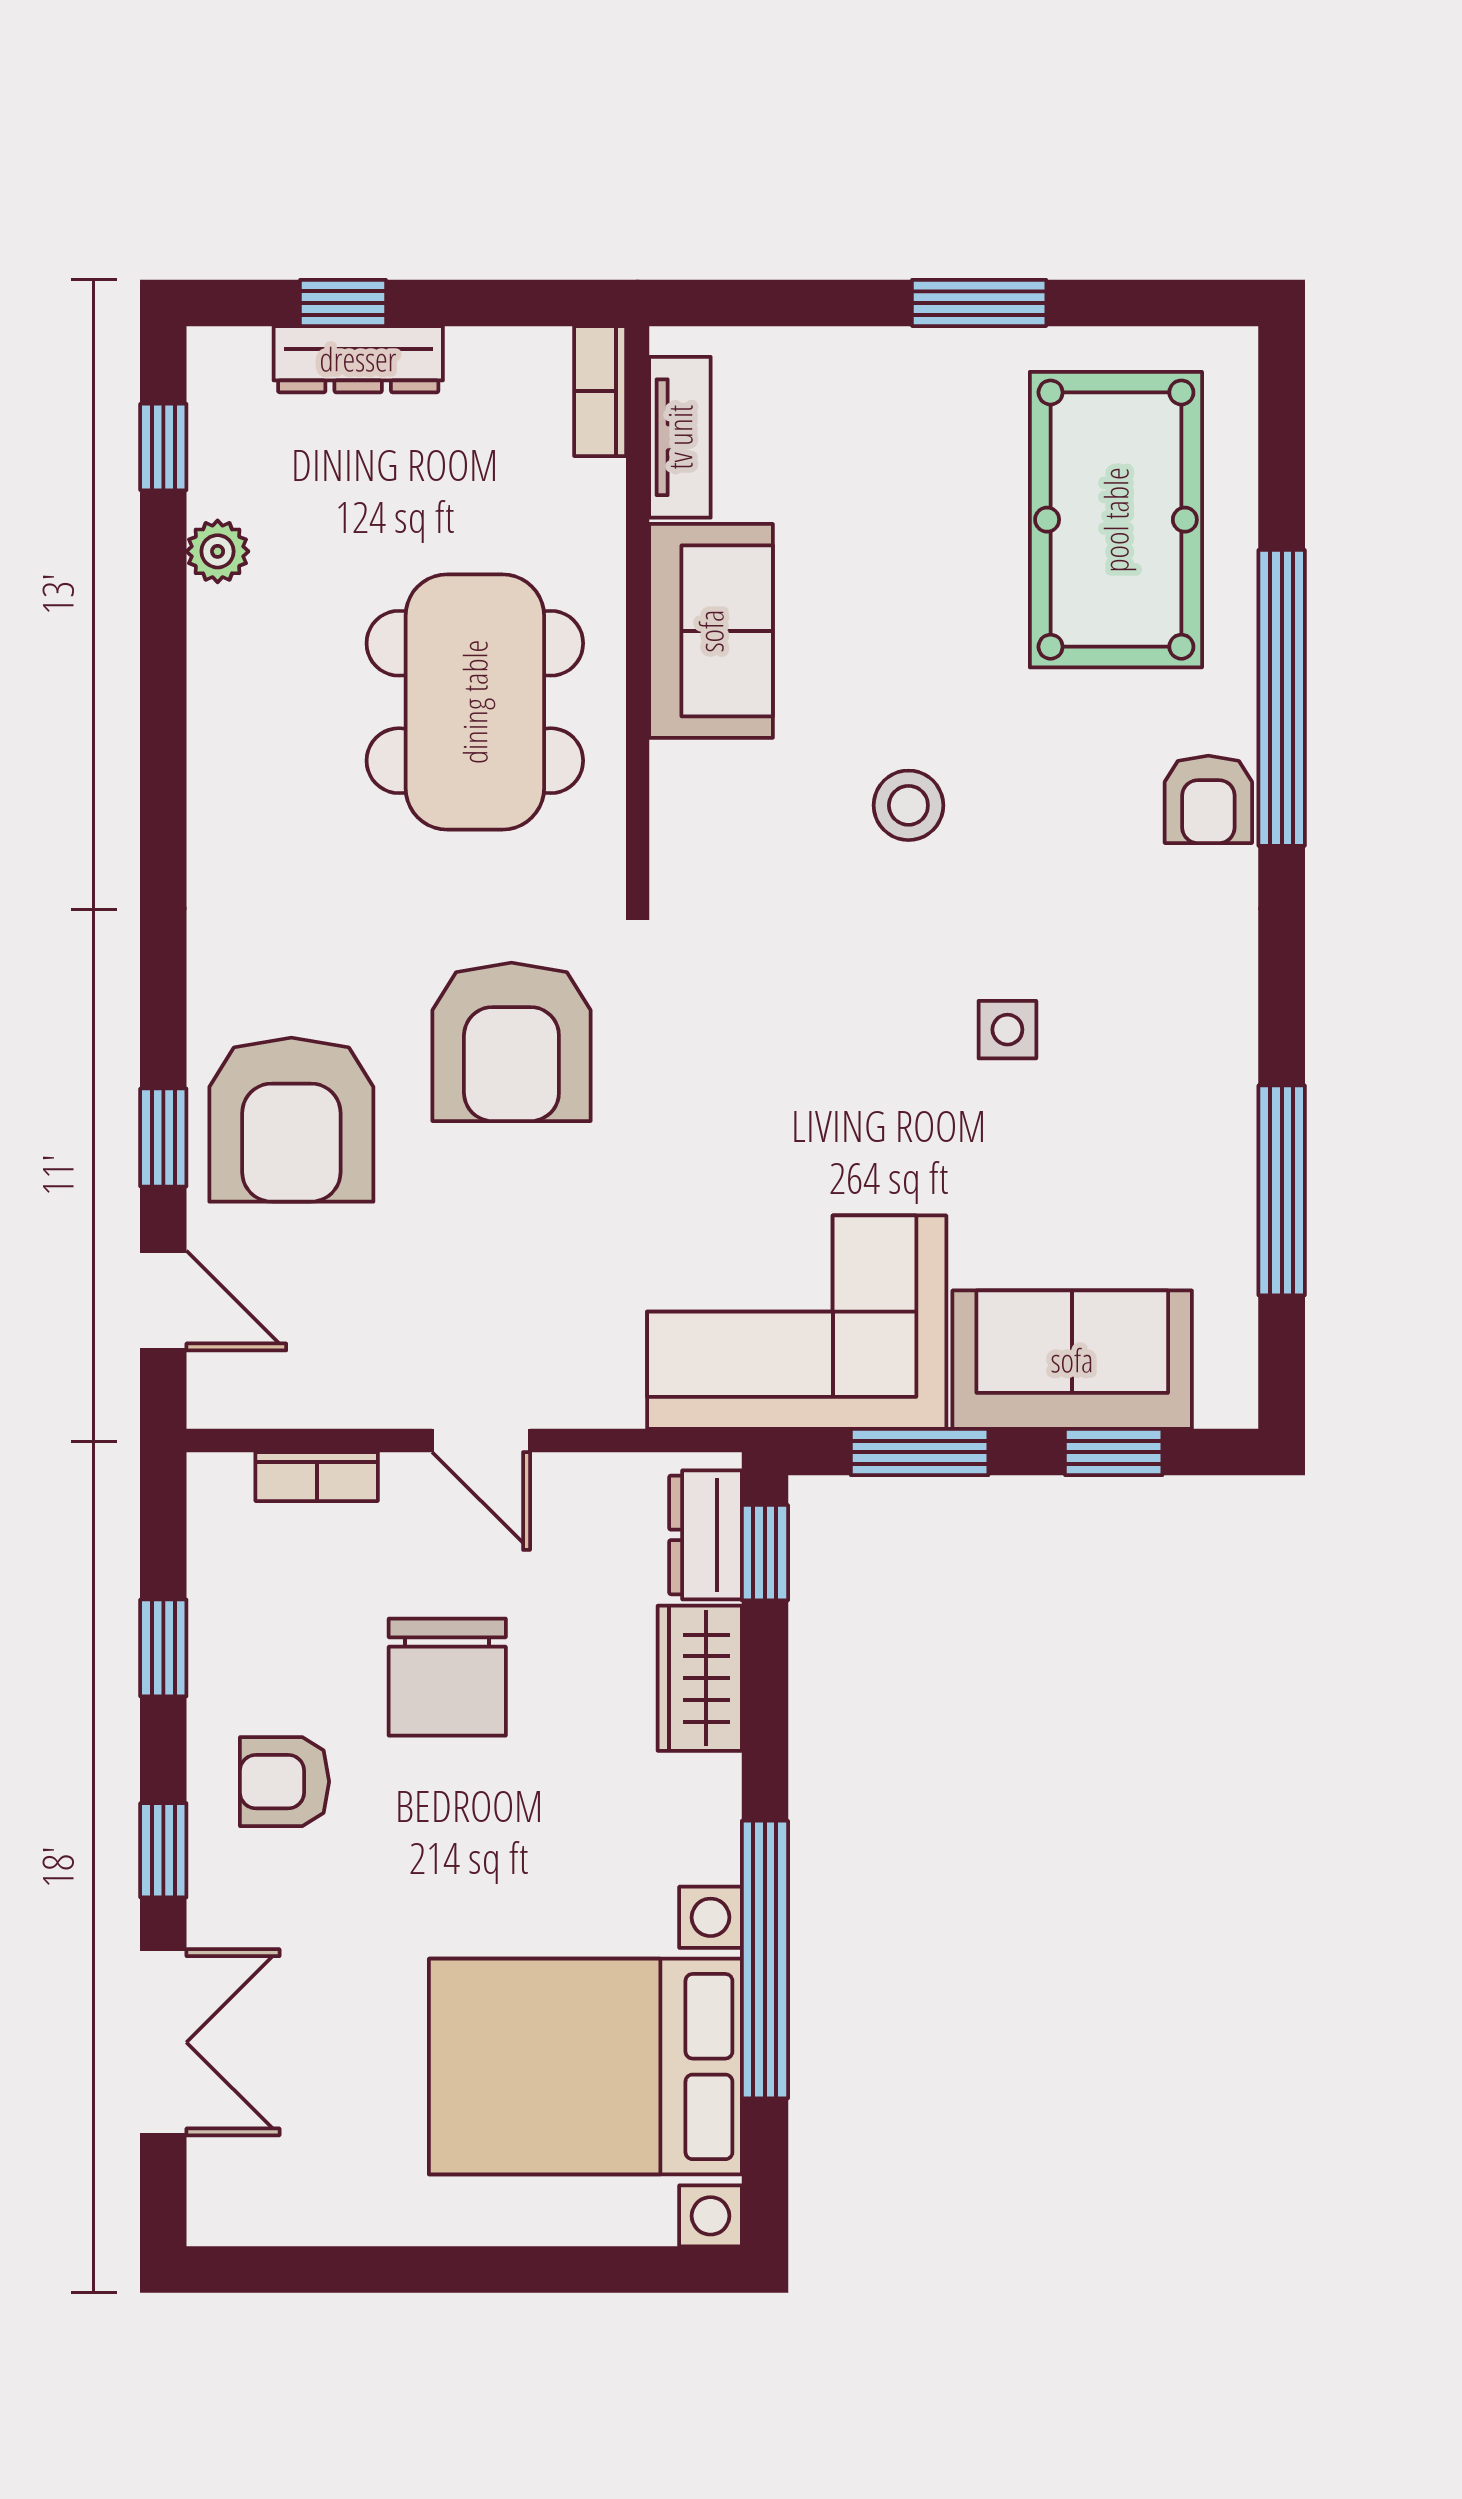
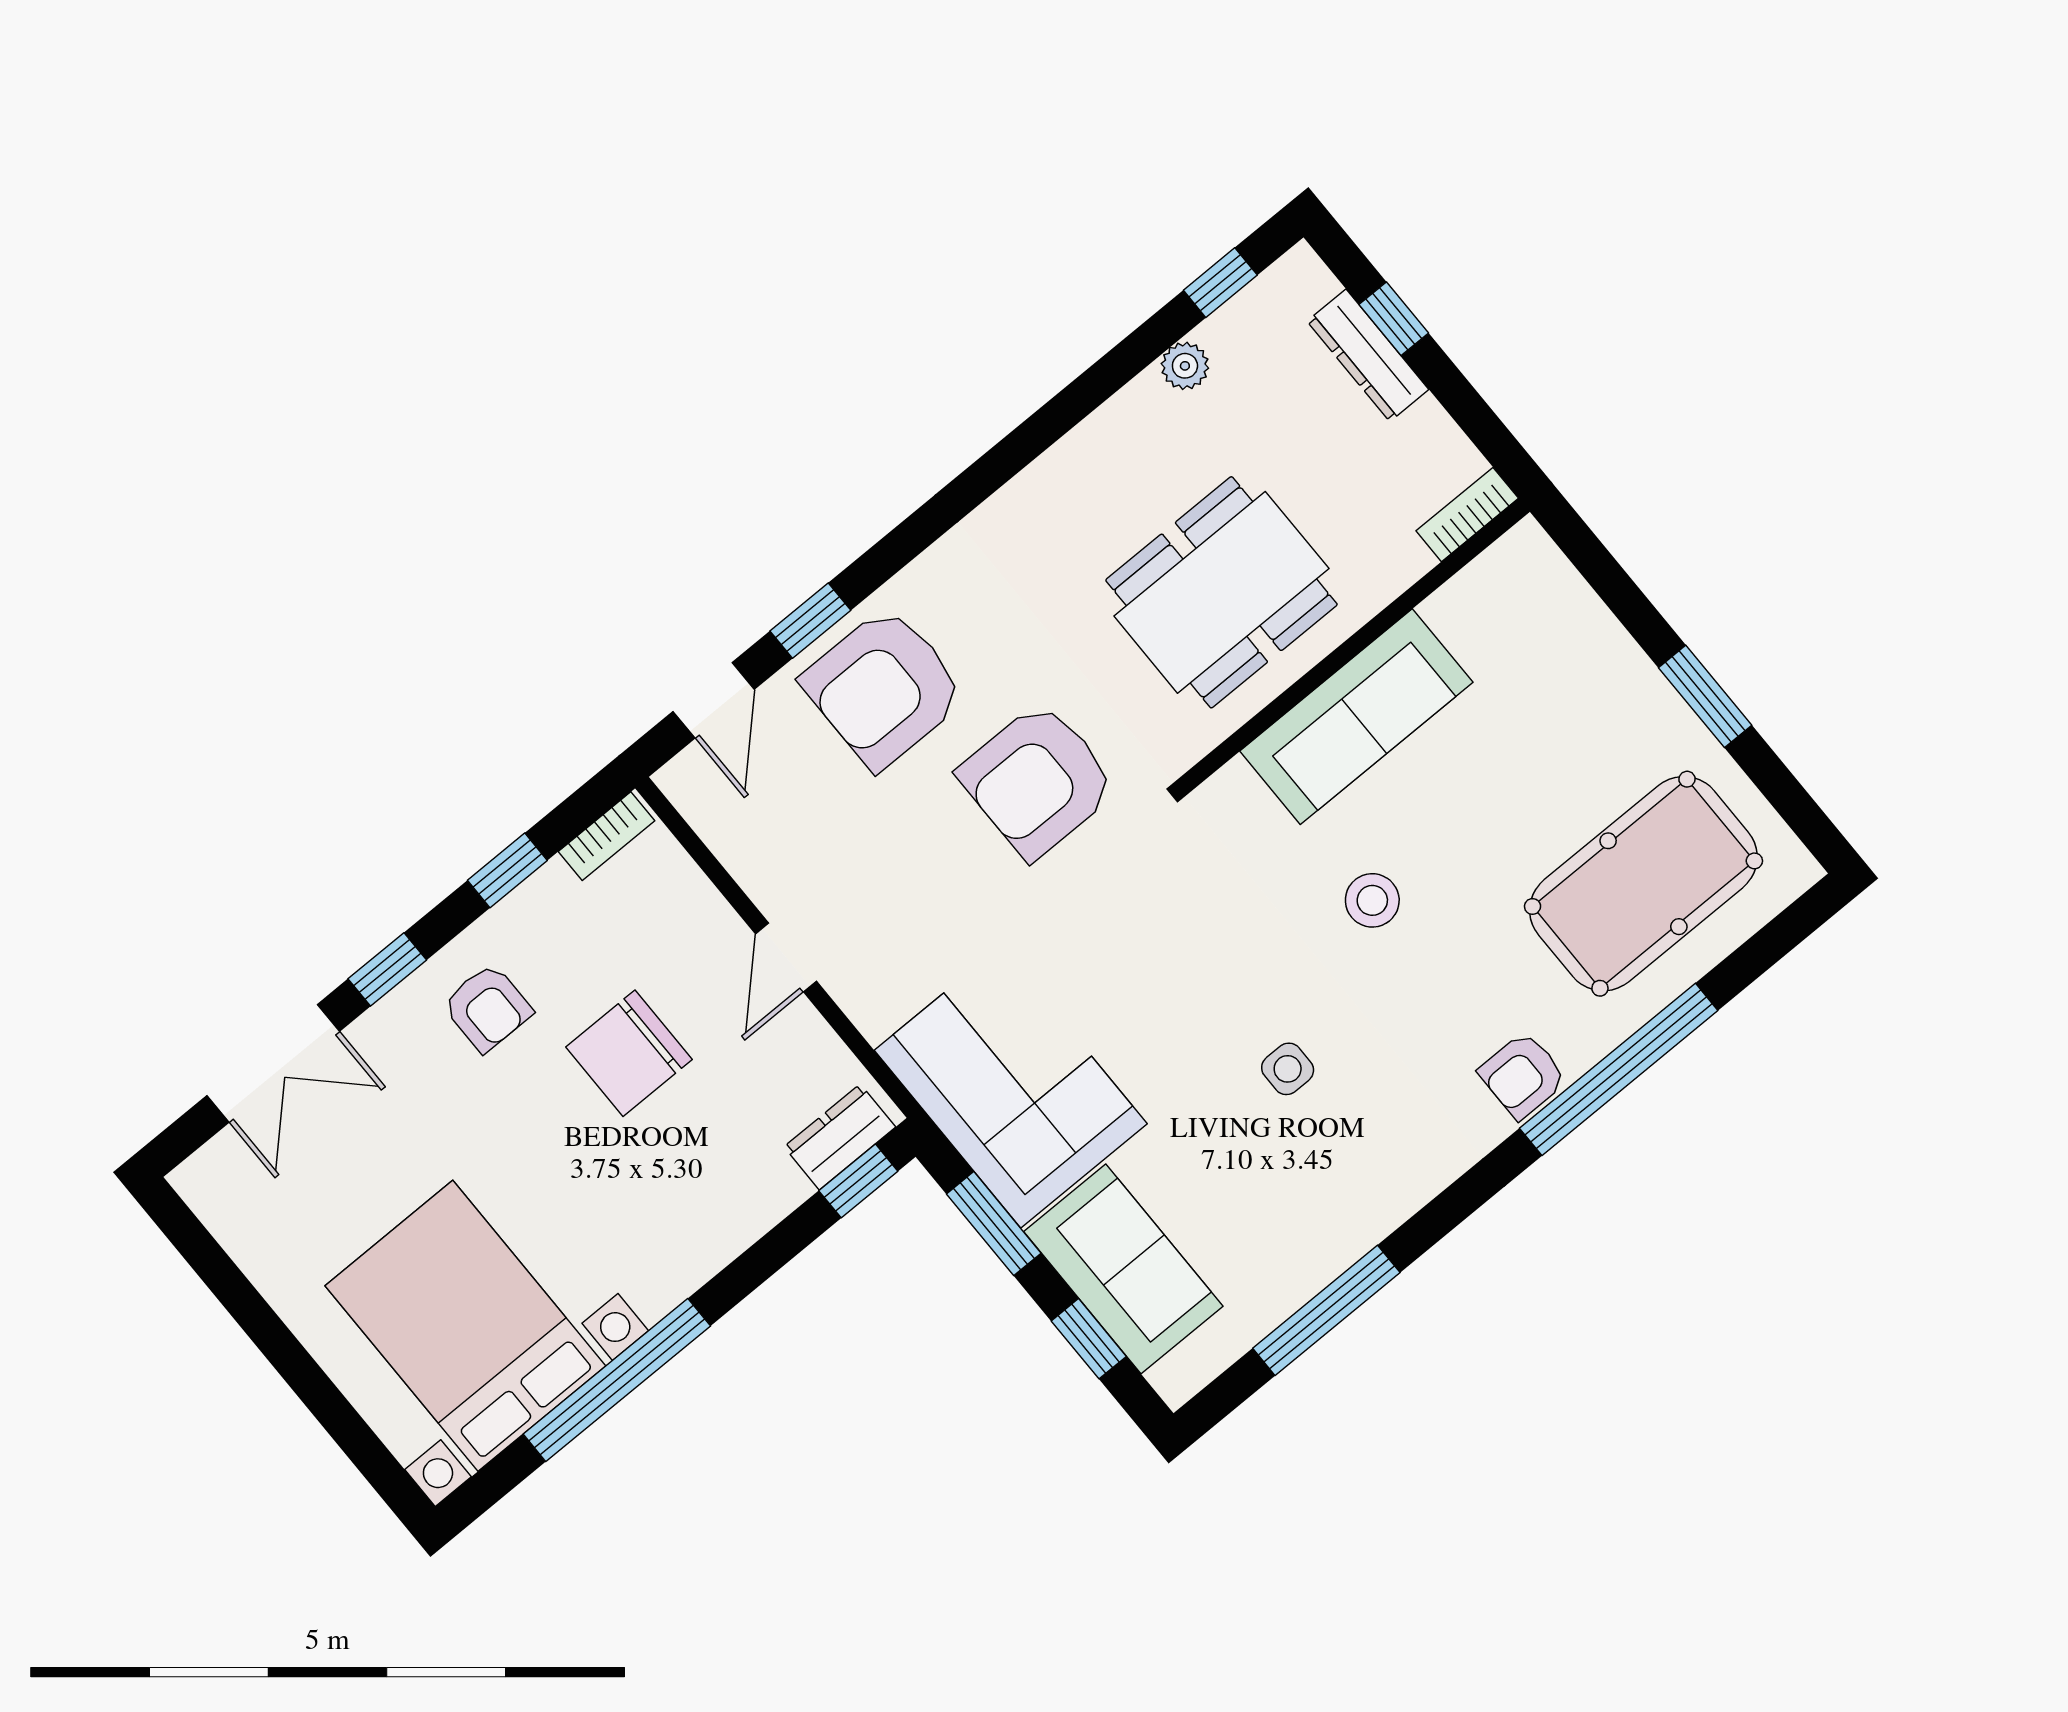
tv unit: (680, 437) -> (1479, 585), removed
sofa: (711, 631) -> (1356, 717), width x1.36
bookcase: (317, 1477) -> (606, 836), moved, turned -90
wardrobe: (700, 1678) -> (752, 1204), removed
armchair: (284, 1782) -> (487, 1008), turned 180

